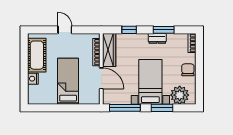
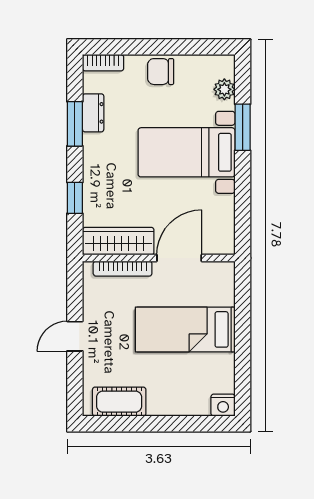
dresser: (157, 38) -> (93, 113), moved
cot: (37, 55) -> (119, 402), width x0.73, depth x0.75
nightstand: (33, 79) -> (223, 405), moved
plant: (180, 95) -> (224, 89), width x0.53, depth x0.53
window: (125, 108) -> (243, 207), removed

